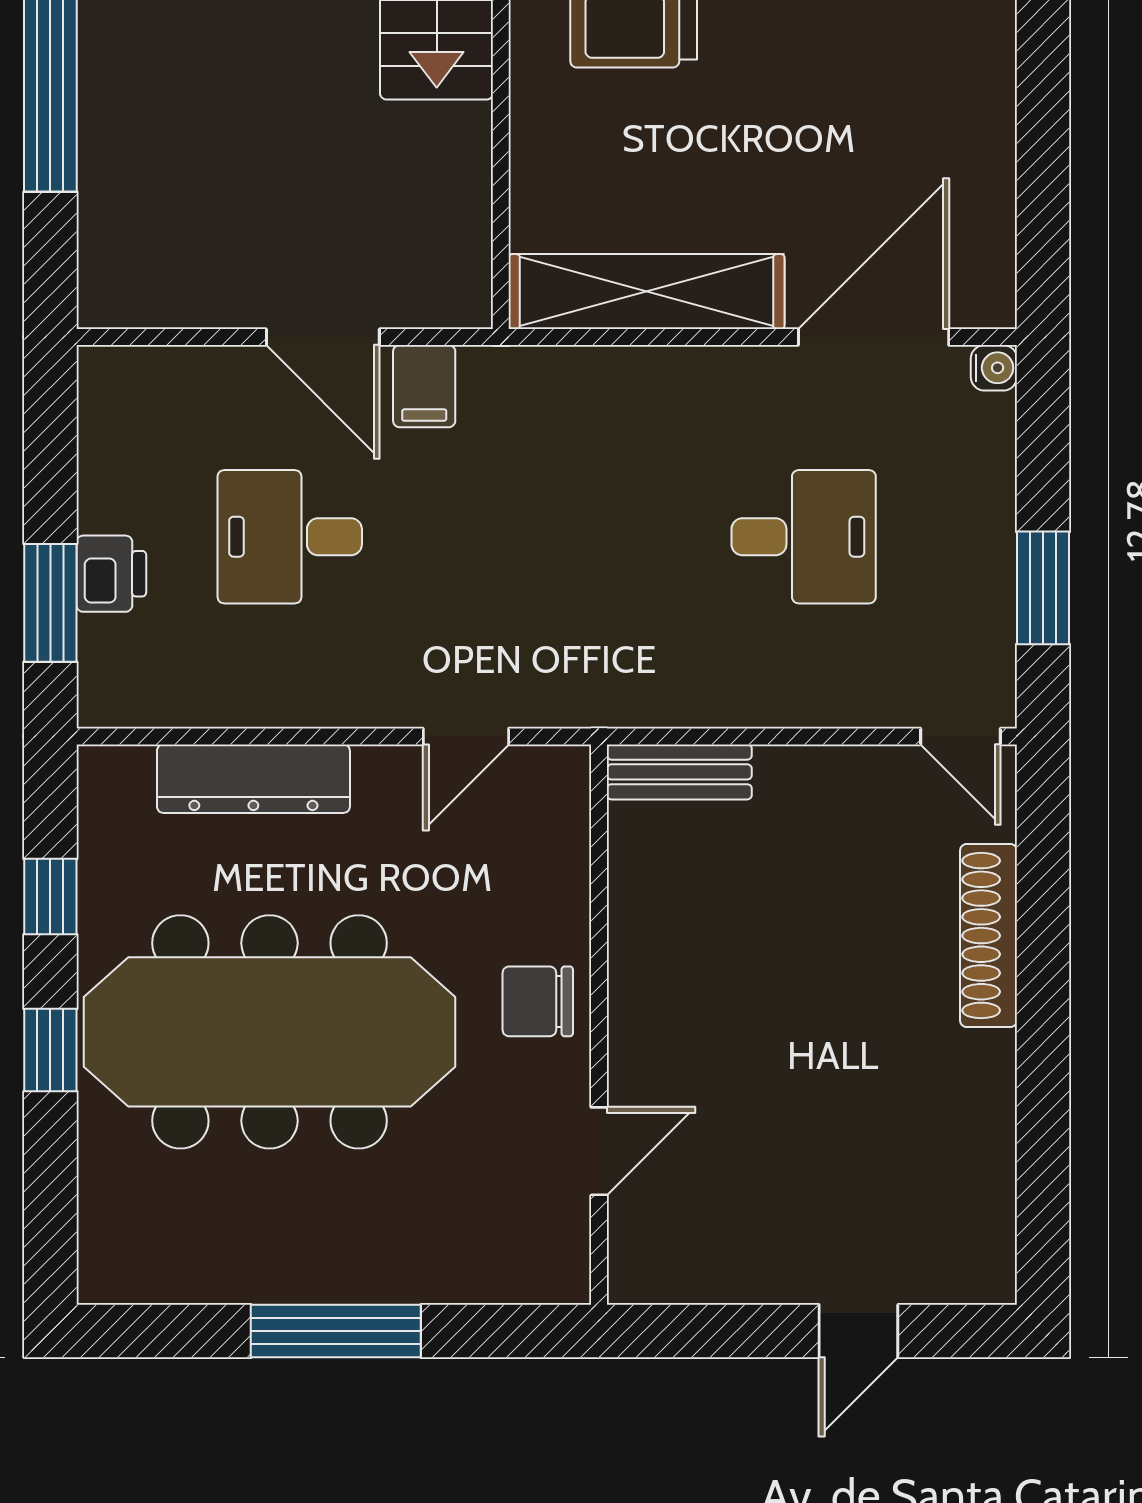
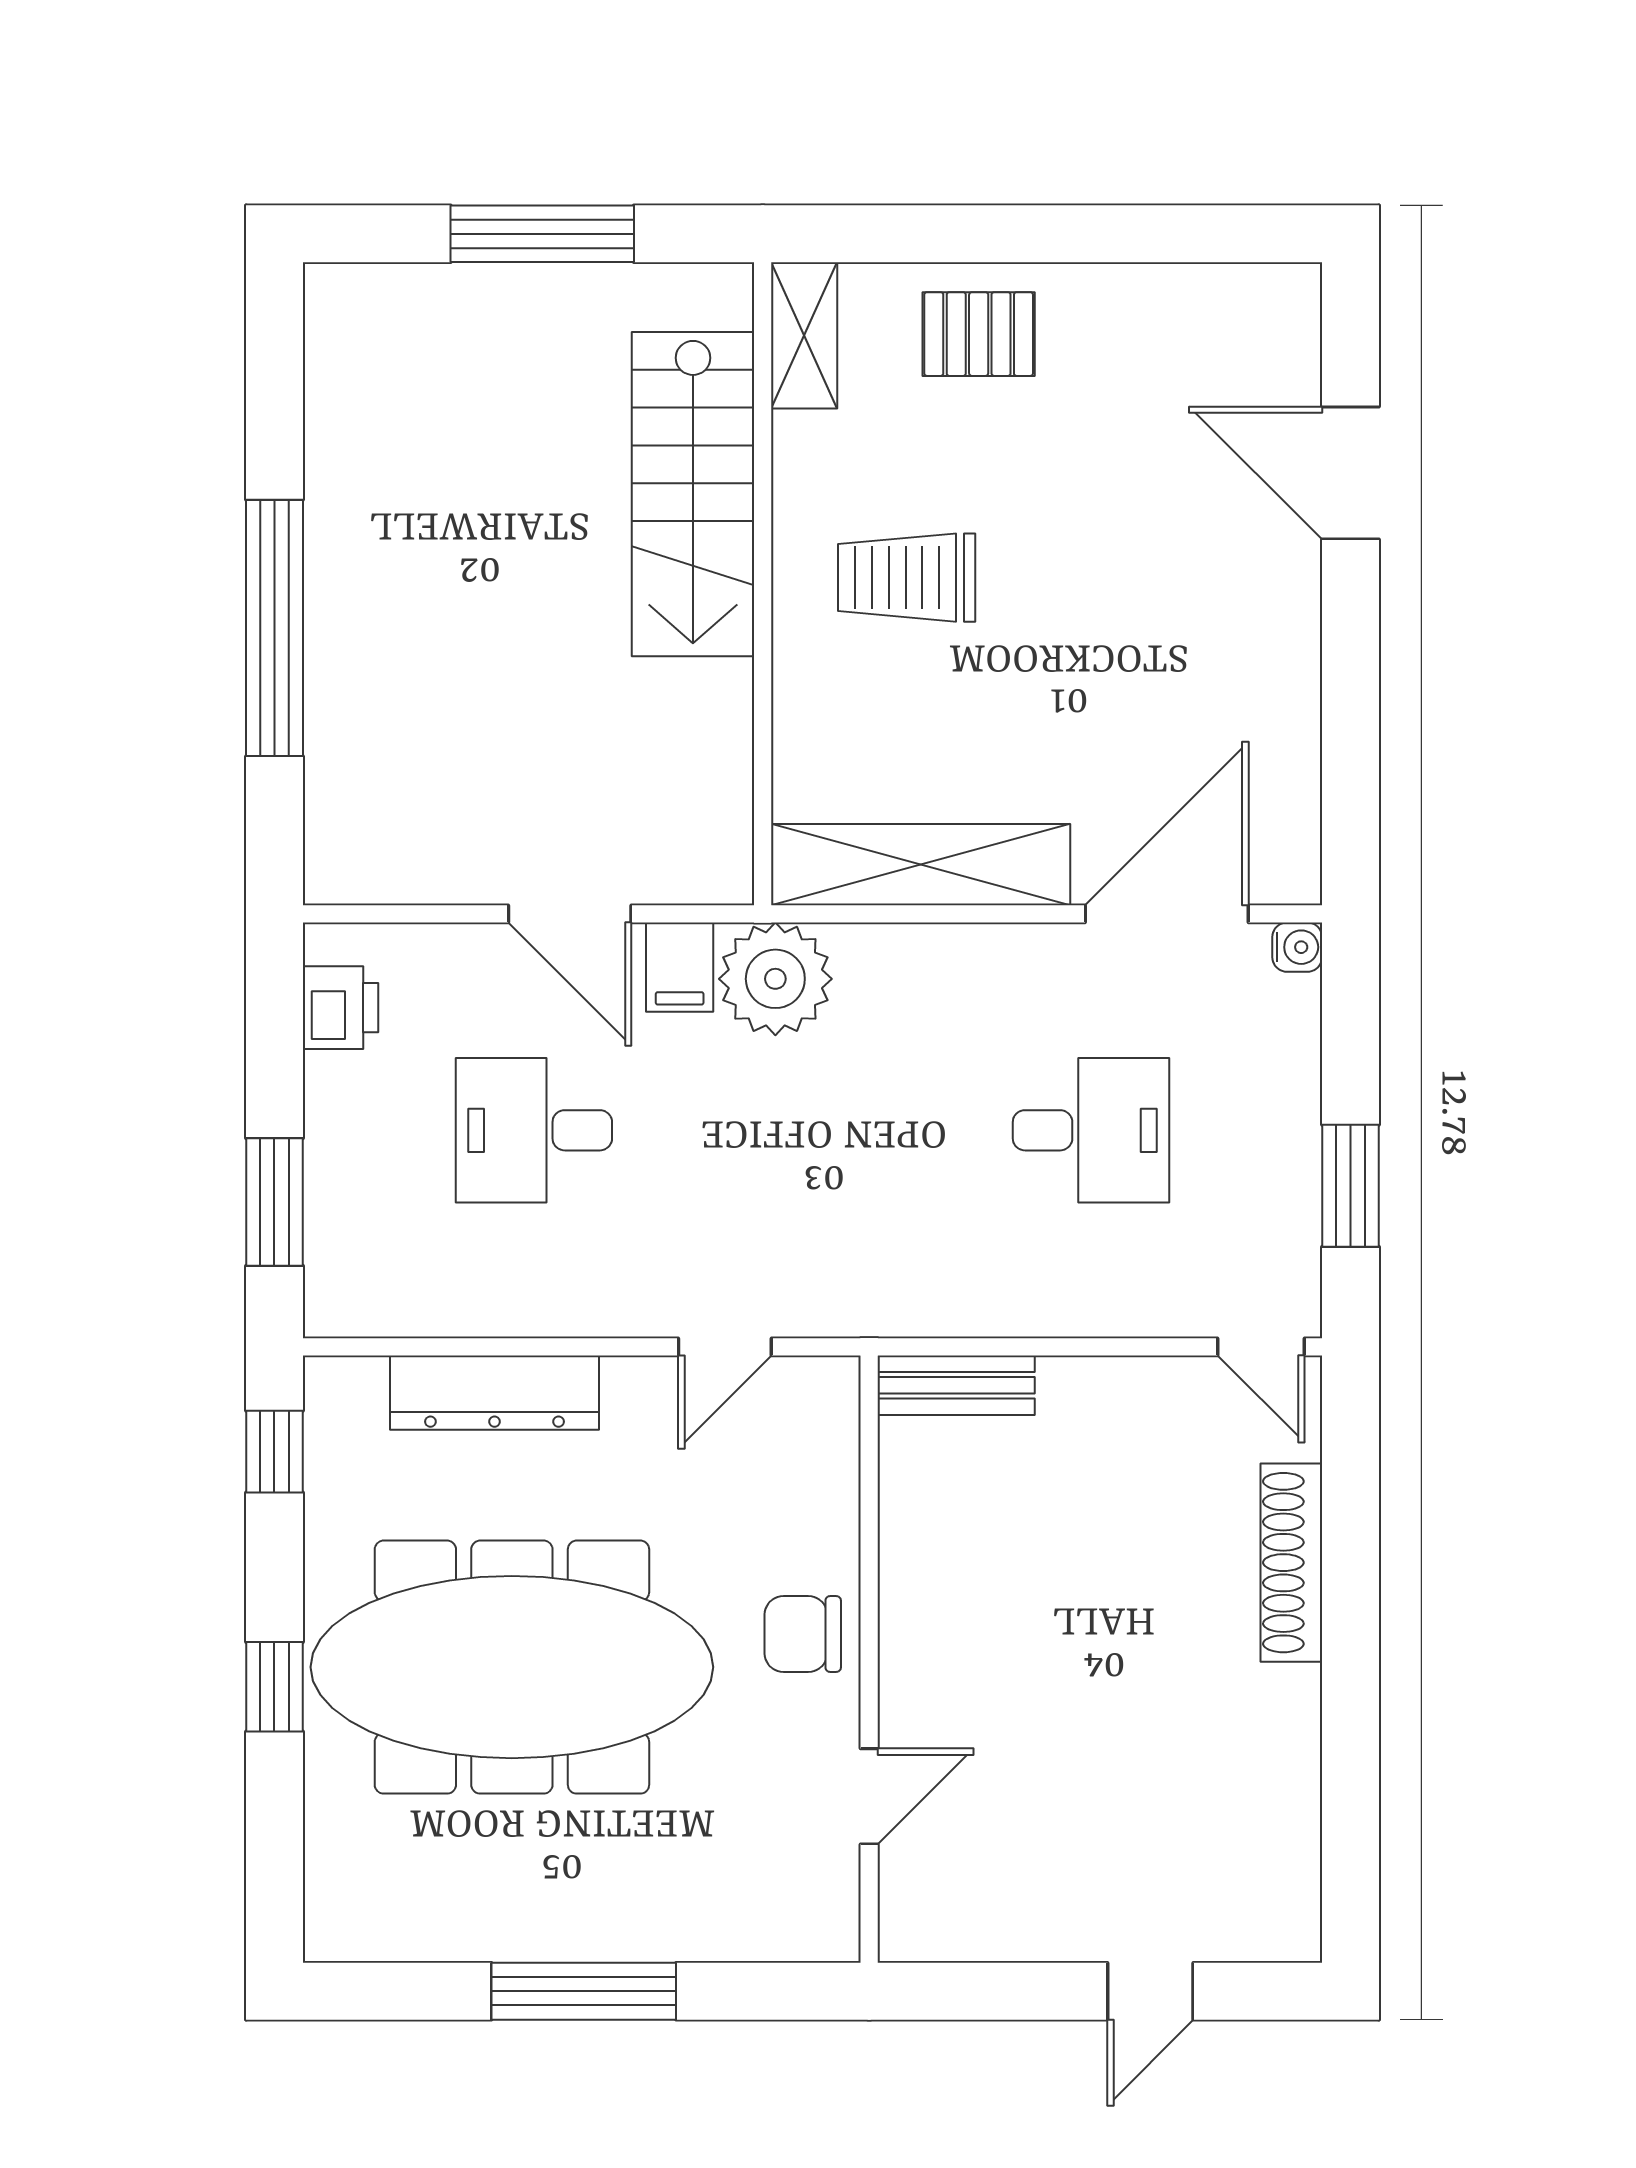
plant: (512, 397) -> (775, 979), added
printer: (111, 574) -> (340, 1008), moved
window: (50, 897) -> (274, 1452), moved

